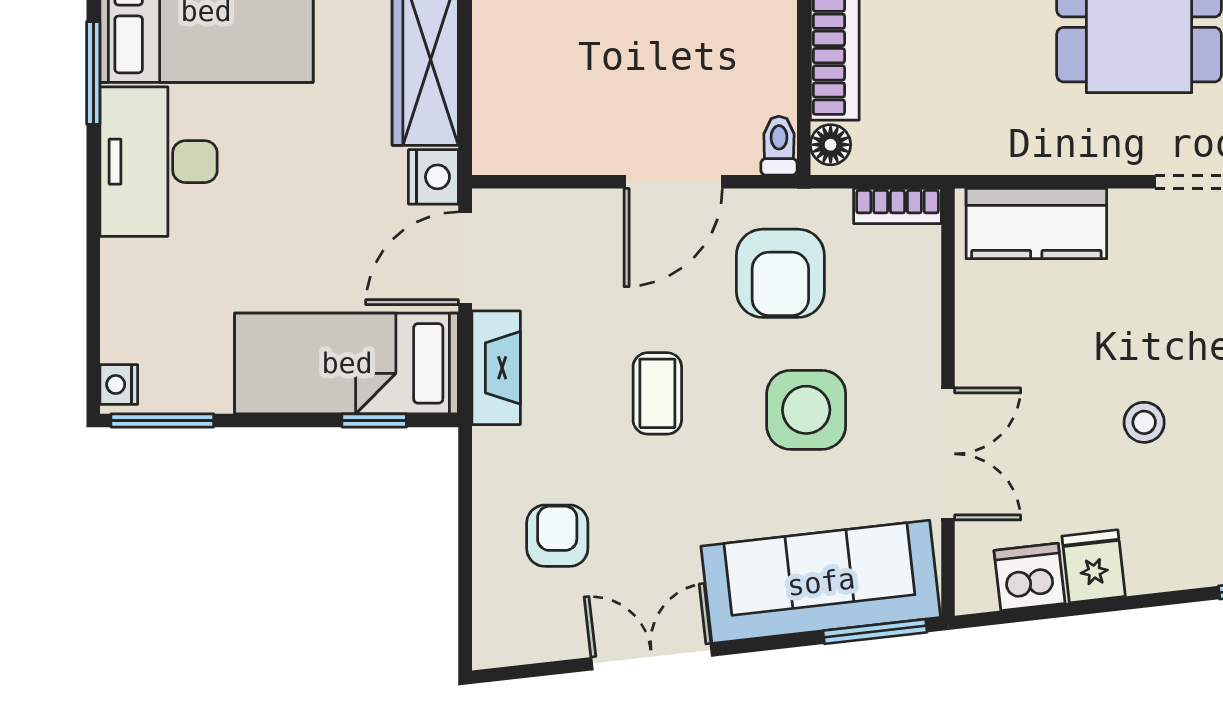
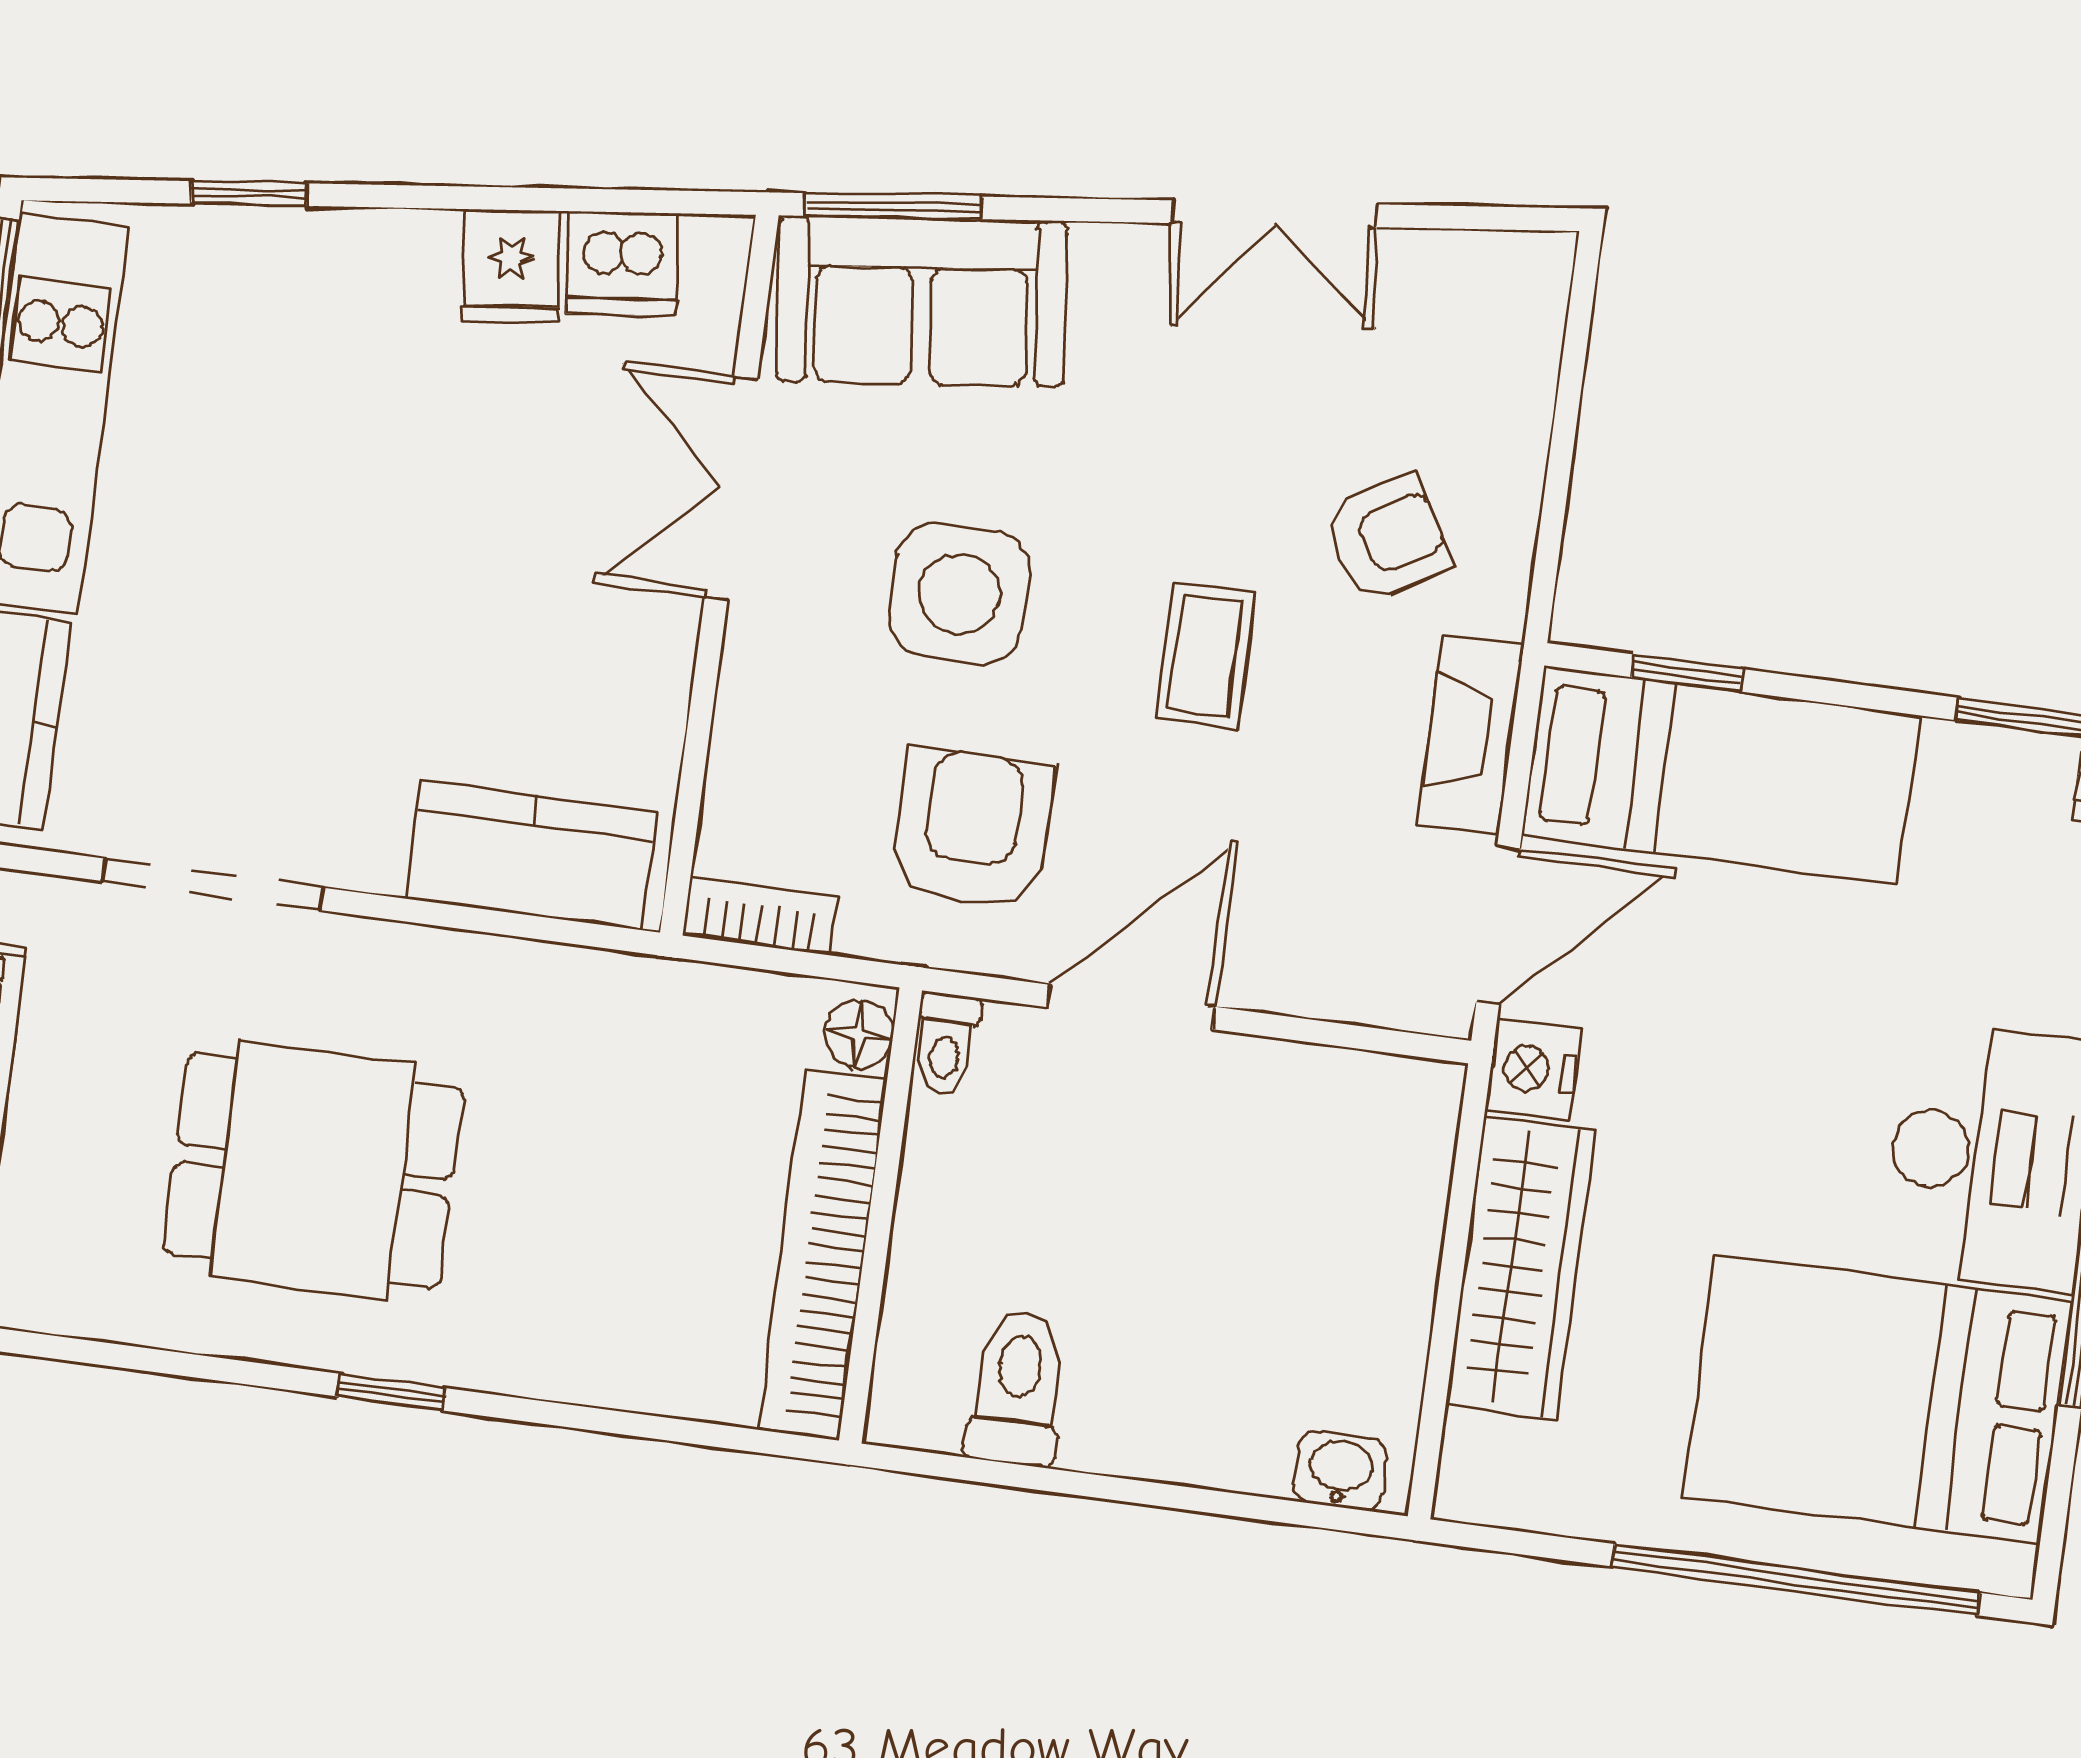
stool: (1144, 422) -> (394, 497), removed
armchair: (557, 536) -> (1388, 538), moved, turned -121
sofa: (821, 582) -> (922, 301), width x0.73

